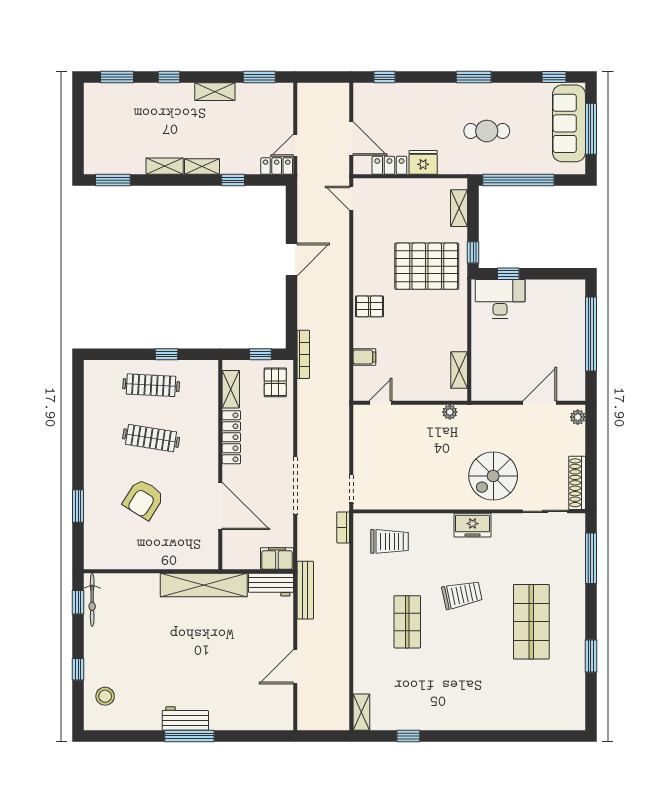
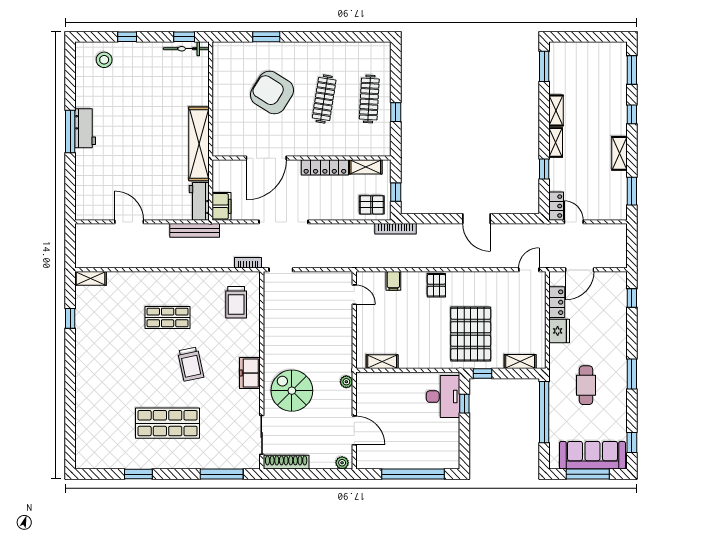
plant: (450, 412) -> (346, 382), moved
armchair: (143, 499) -> (272, 93), width x1.36, depth x1.36

